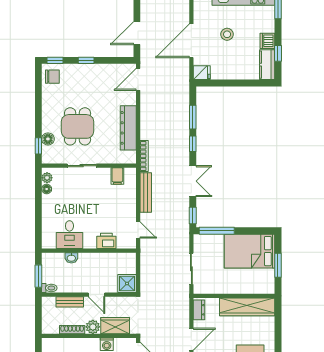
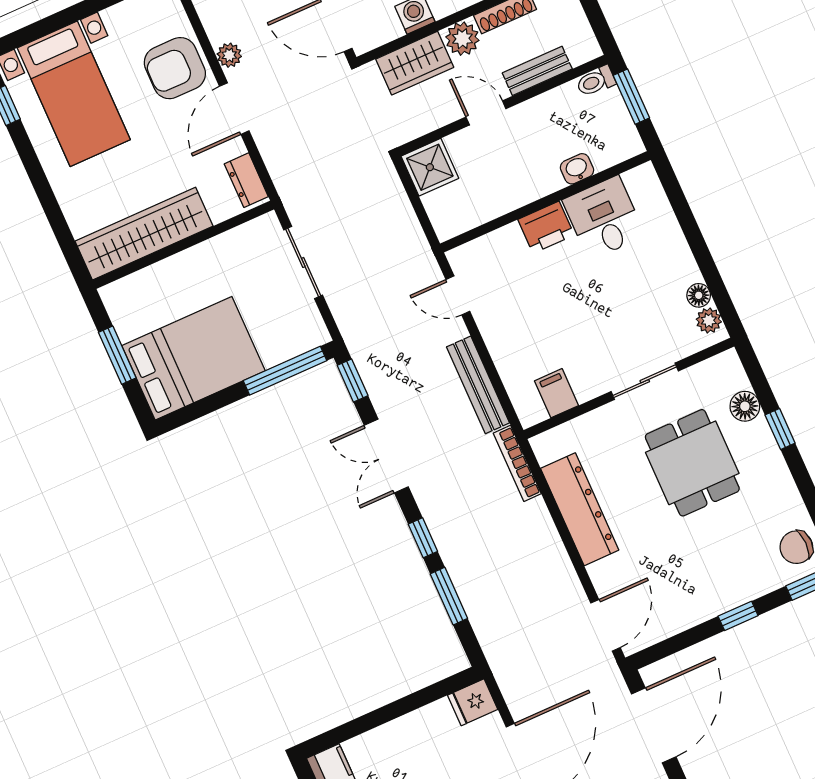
door: (137, 33) -> (654, 725), width x1.36
window: (38, 146) -> (780, 429), moved
printer: (106, 241) -> (546, 227), moved

